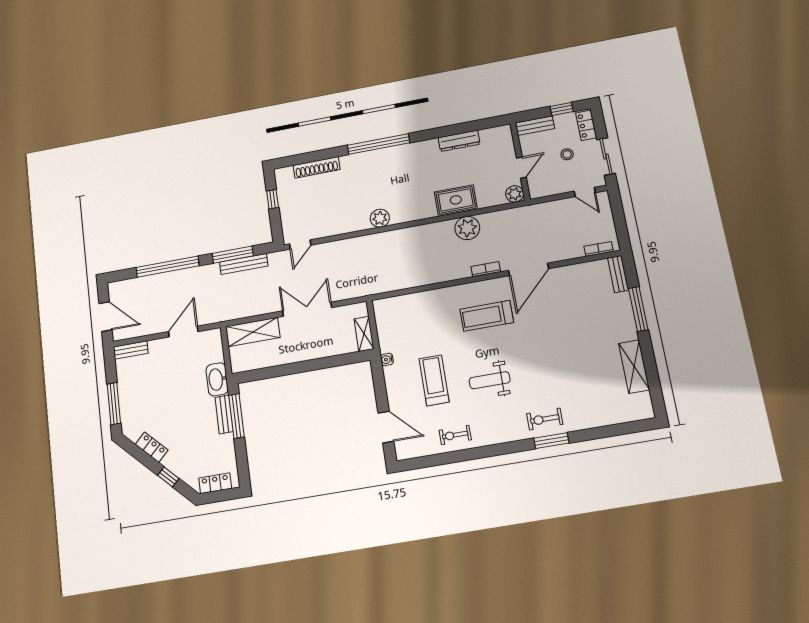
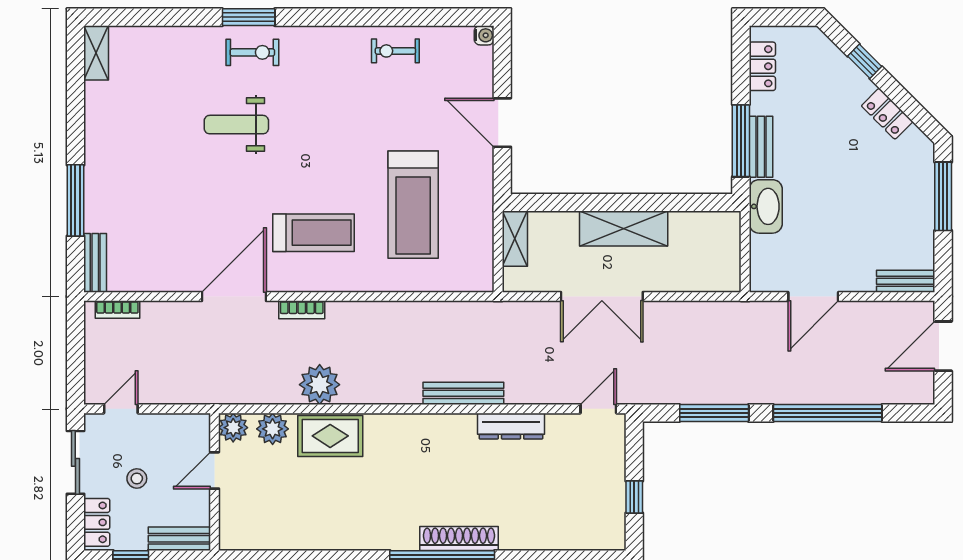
dresser: (459, 141) -> (511, 426), moved, turned 180
shoe rack: (317, 167) -> (459, 539), moved
door: (585, 192) -> (121, 409), hinge flipped
plant: (380, 218) -> (273, 429), moved
bench: (244, 264) -> (463, 393), moved
door: (106, 317) -> (943, 346), hinge flipped
shelving: (253, 332) -> (624, 228), moved
water cooler: (387, 359) -> (484, 35), moved
shelving: (634, 367) -> (96, 53), moved, width x0.67, depth x0.75
treadmill: (434, 380) -> (413, 205), moved, width x1.37, depth x1.38
weight bench: (490, 380) -> (236, 125), moved, turned 180
door: (386, 427) -> (502, 123), moved
exercise bike: (455, 435) -> (395, 51), turned 180
locker: (215, 483) -> (762, 66), moved, turned -90

